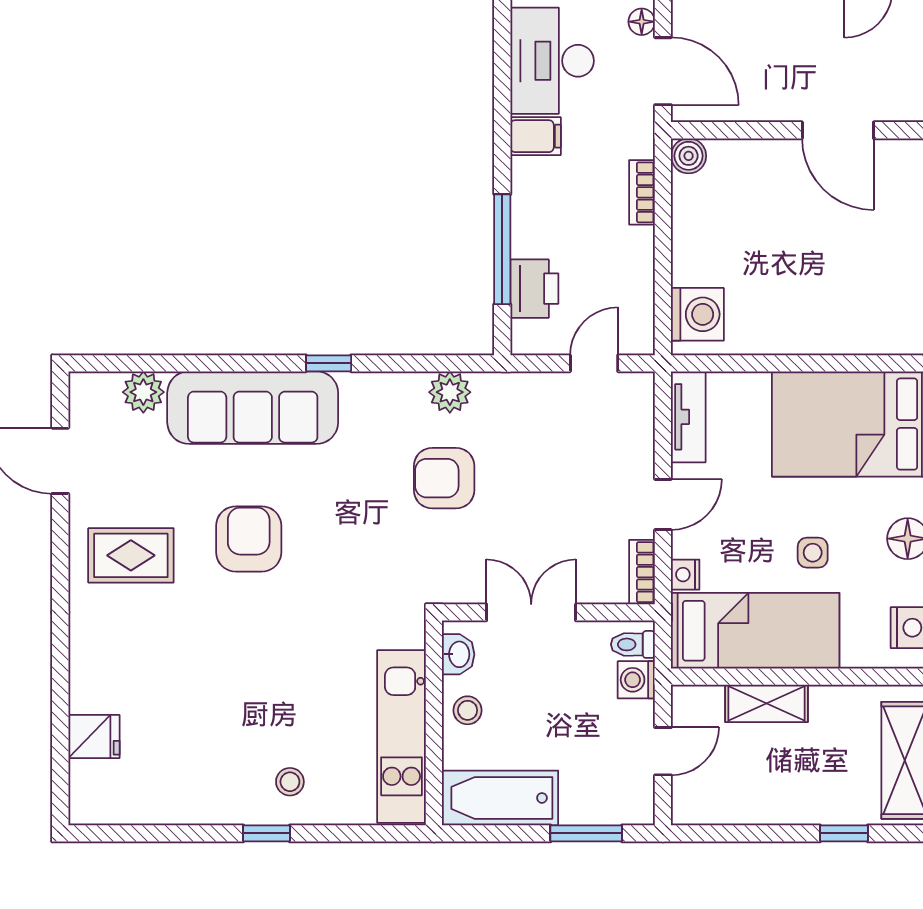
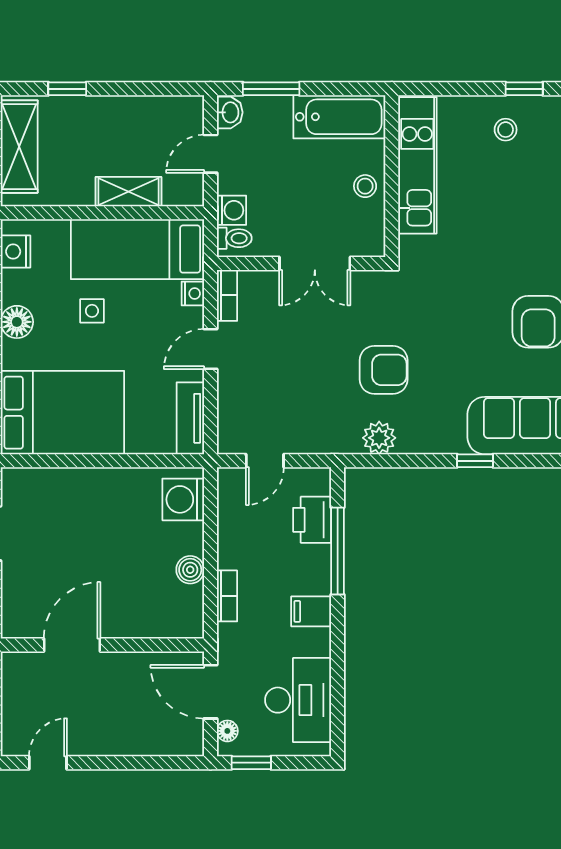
door: (838, 130) -> (72, 645), hinge flipped
filing cabinet: (536, 136) -> (311, 611), moved
boiler: (689, 156) -> (190, 570), moved
washbasin: (458, 654) -> (230, 112), moved, turned 180

